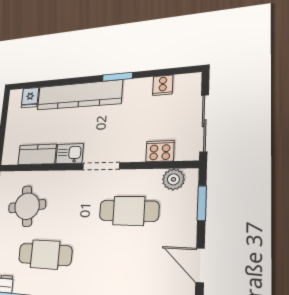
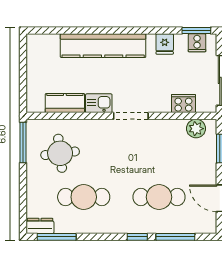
window: (117, 77) -> (196, 30), moved
cooker: (163, 85) -> (197, 43), moved
fridge: (30, 98) -> (165, 44), moved
cafe table: (129, 211) -> (159, 197), moved

